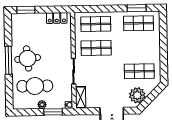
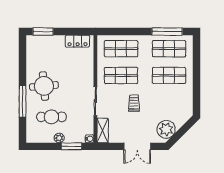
window: (137, 8) -> (167, 32), width x1.44
window: (8, 60) -> (22, 102), moved
shop shelf: (139, 71) -> (169, 76), moved
trolley: (108, 72) -> (134, 103), added
cafe table: (35, 86) -> (52, 117), width x0.73, depth x0.74

